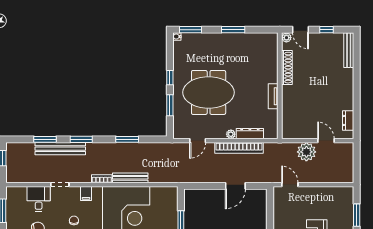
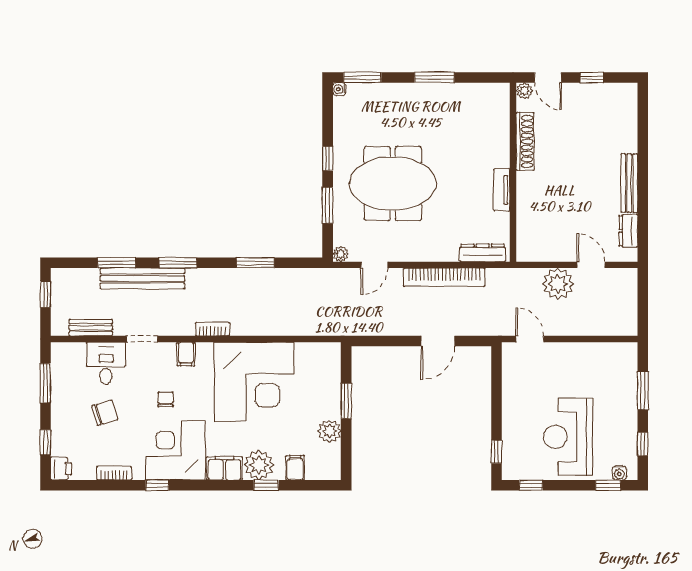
bench: (349, 50) -> (629, 183), moved
plant: (231, 134) -> (341, 254), moved
dresser: (250, 134) -> (483, 253), moved
bench: (130, 178) -> (91, 328), moved, width x0.73

